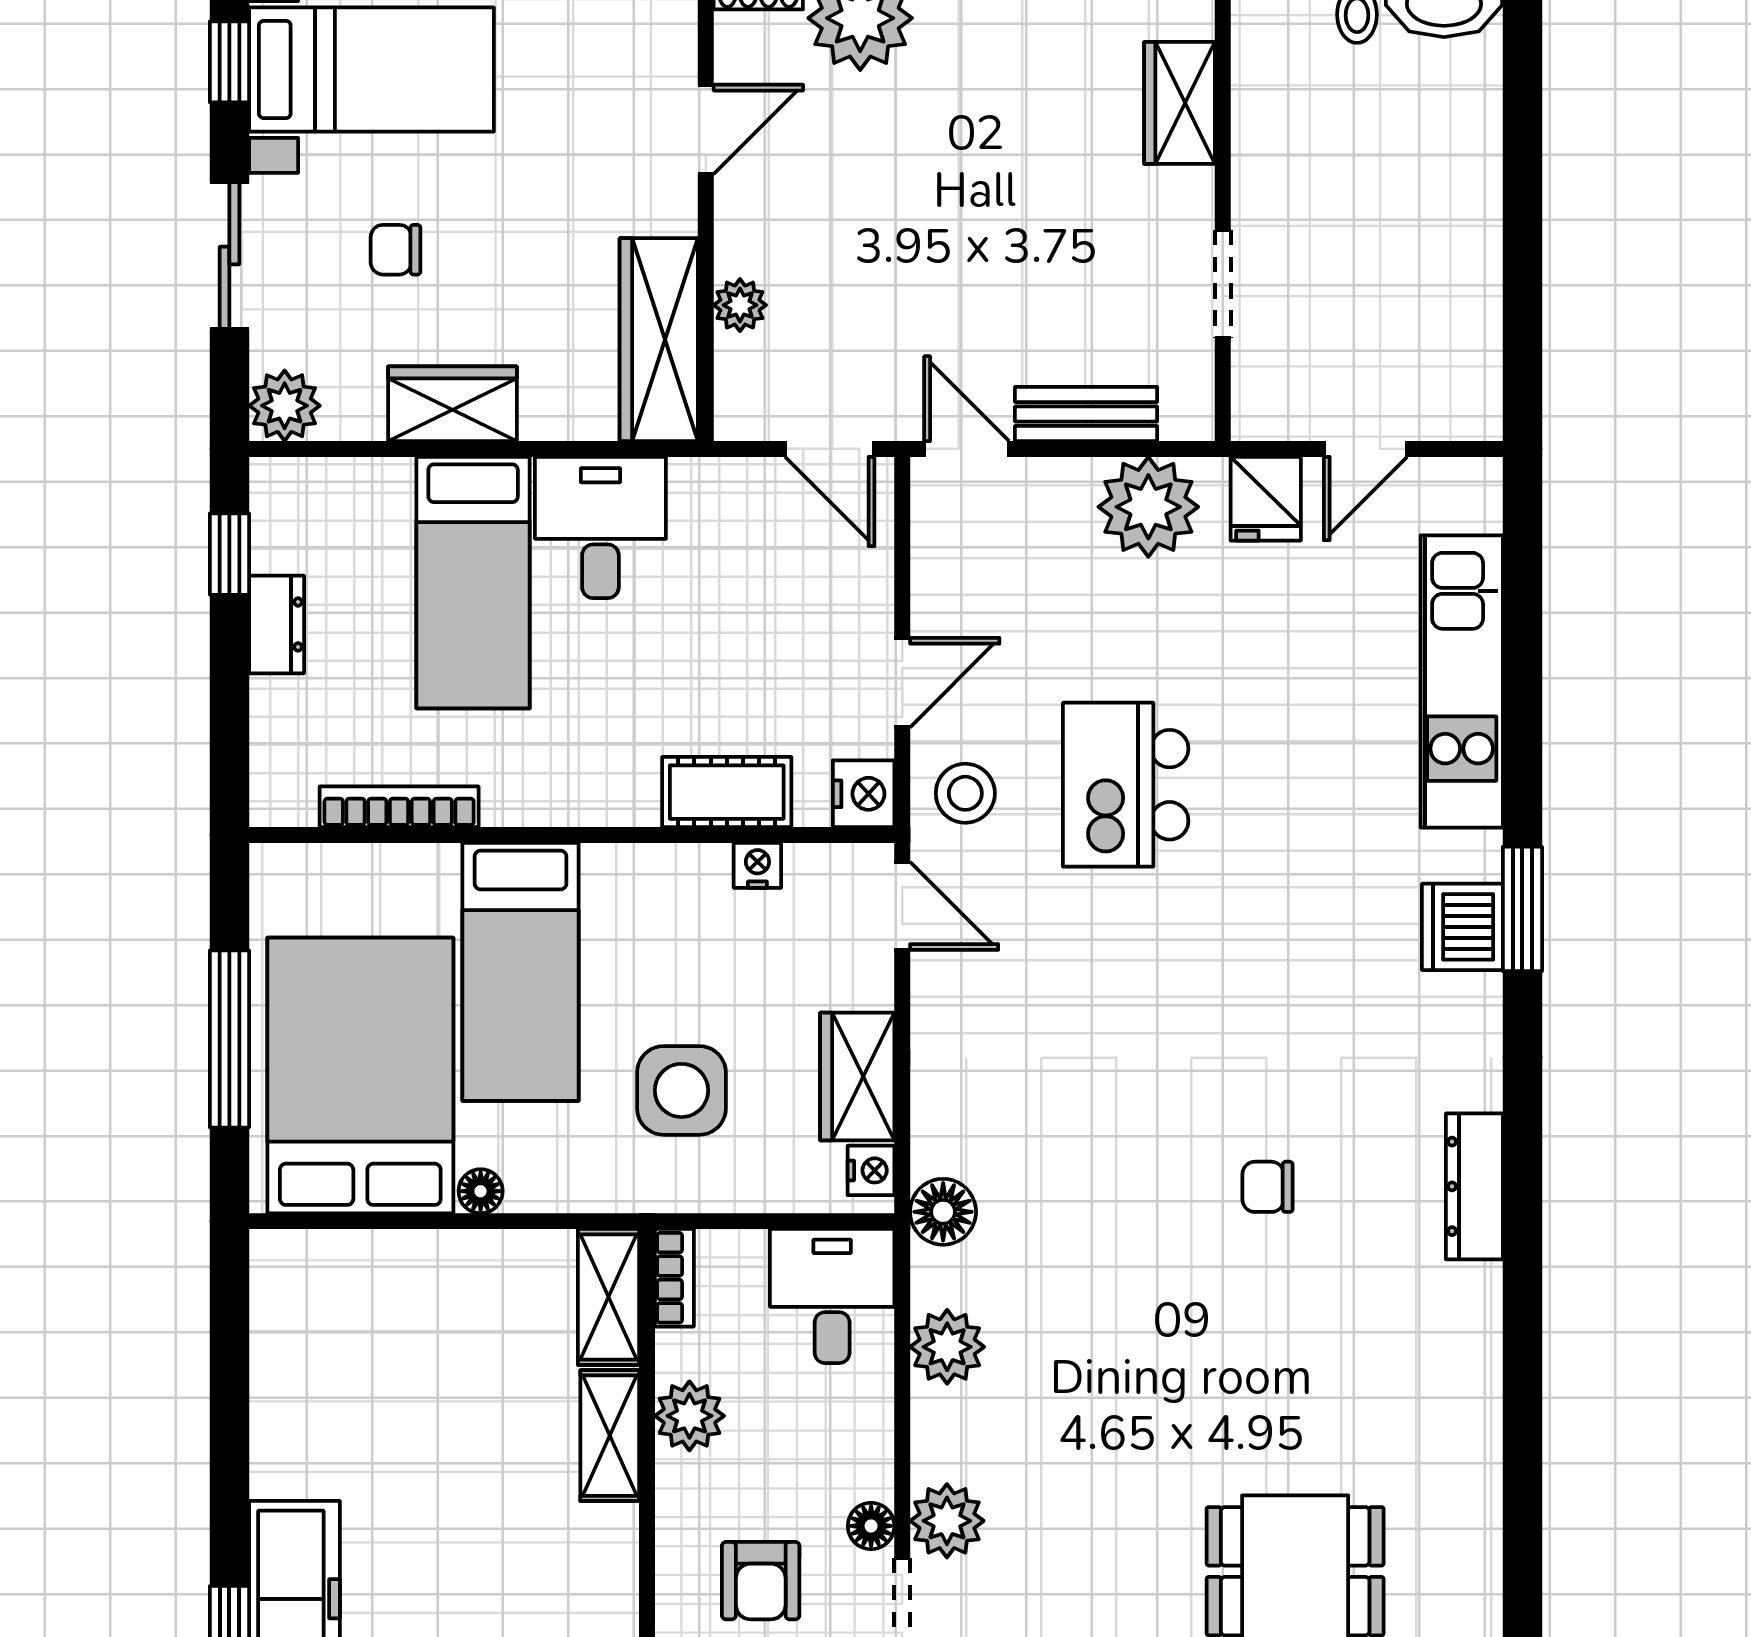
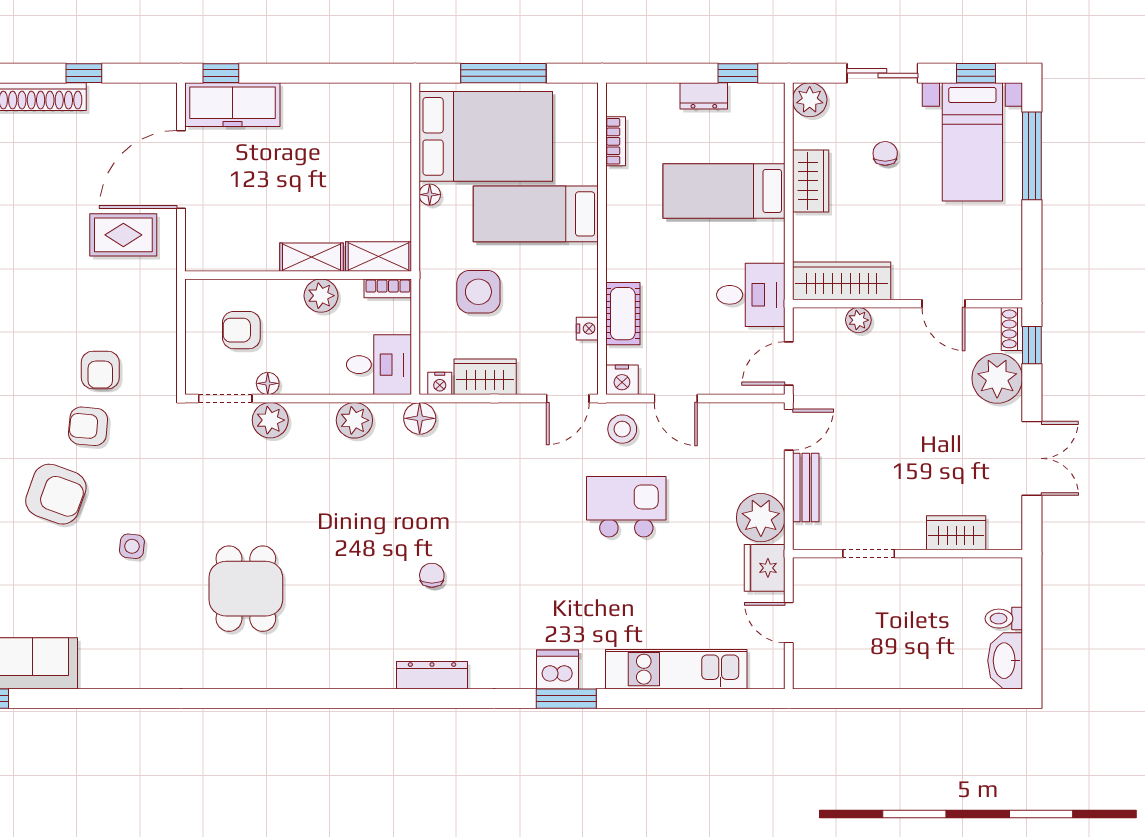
fridge: (1266, 499) -> (765, 568), width x1.38
desk: (600, 527) -> (751, 295), moved
bookcase: (399, 807) -> (616, 141), width x0.64

